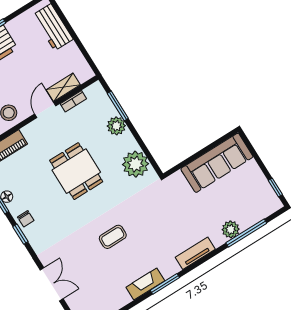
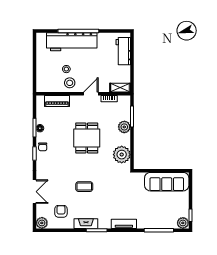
shelving: (63, 87) -> (120, 88), moved
plant: (231, 229) -> (183, 223), moved
armchair: (102, 288) -> (61, 211), added

